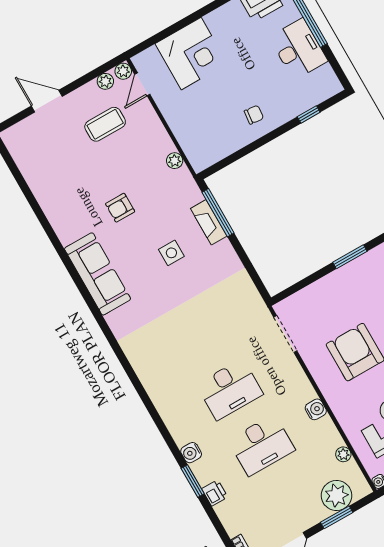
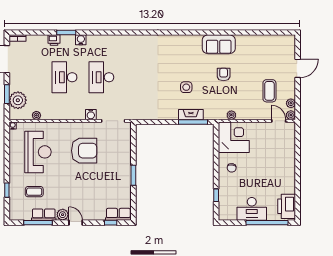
corner desk: (191, 54) -> (234, 137), moved, turned 180
sofa: (98, 274) -> (219, 44), moved, width x0.73
water cooler: (316, 409) -> (91, 115), moved

